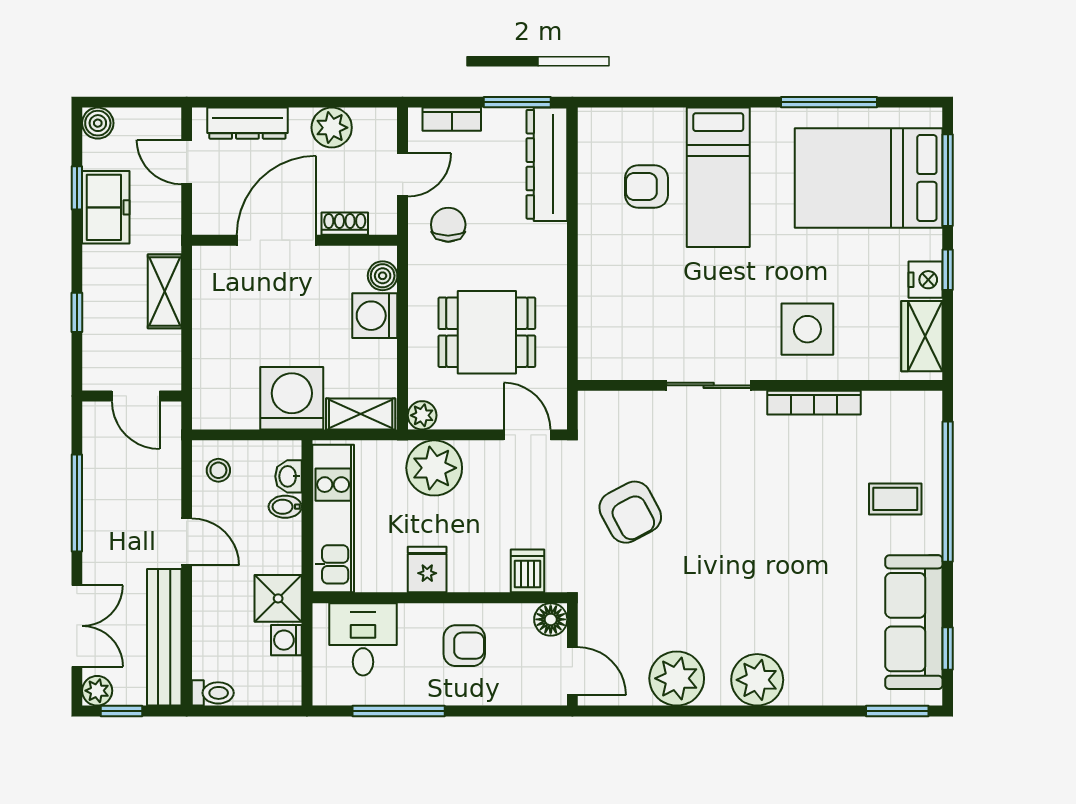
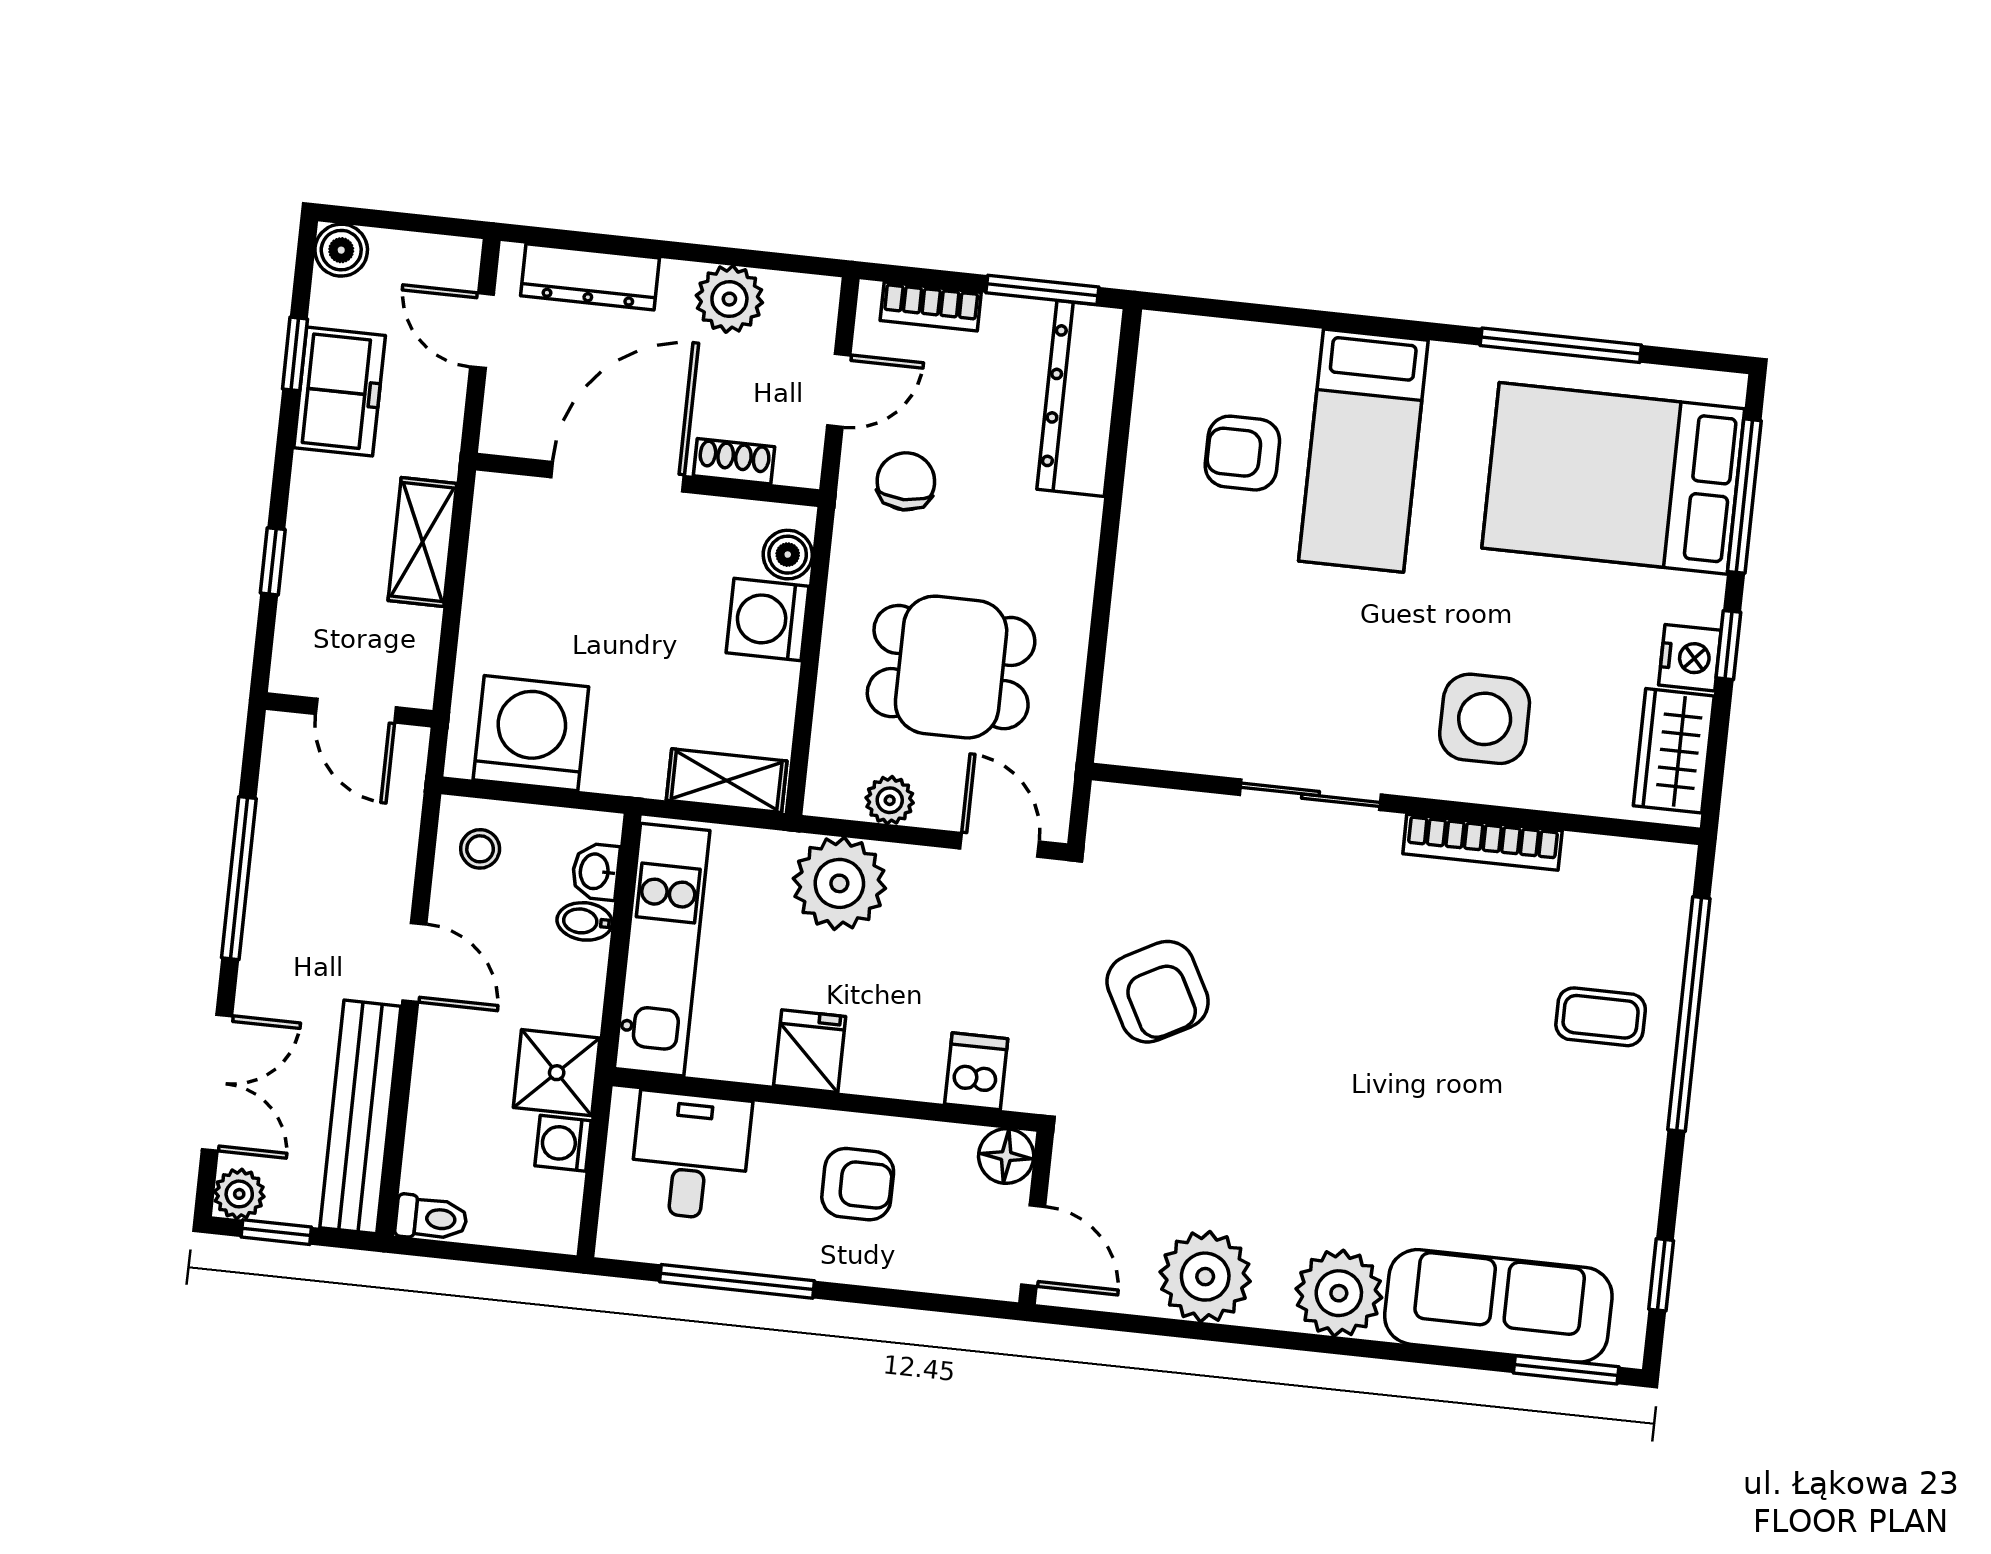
washing machine: (292, 398) -> (531, 733), moved
plant: (422, 415) -> (890, 800), moved
sofa: (914, 622) -> (1498, 1306), moved, turned 90

